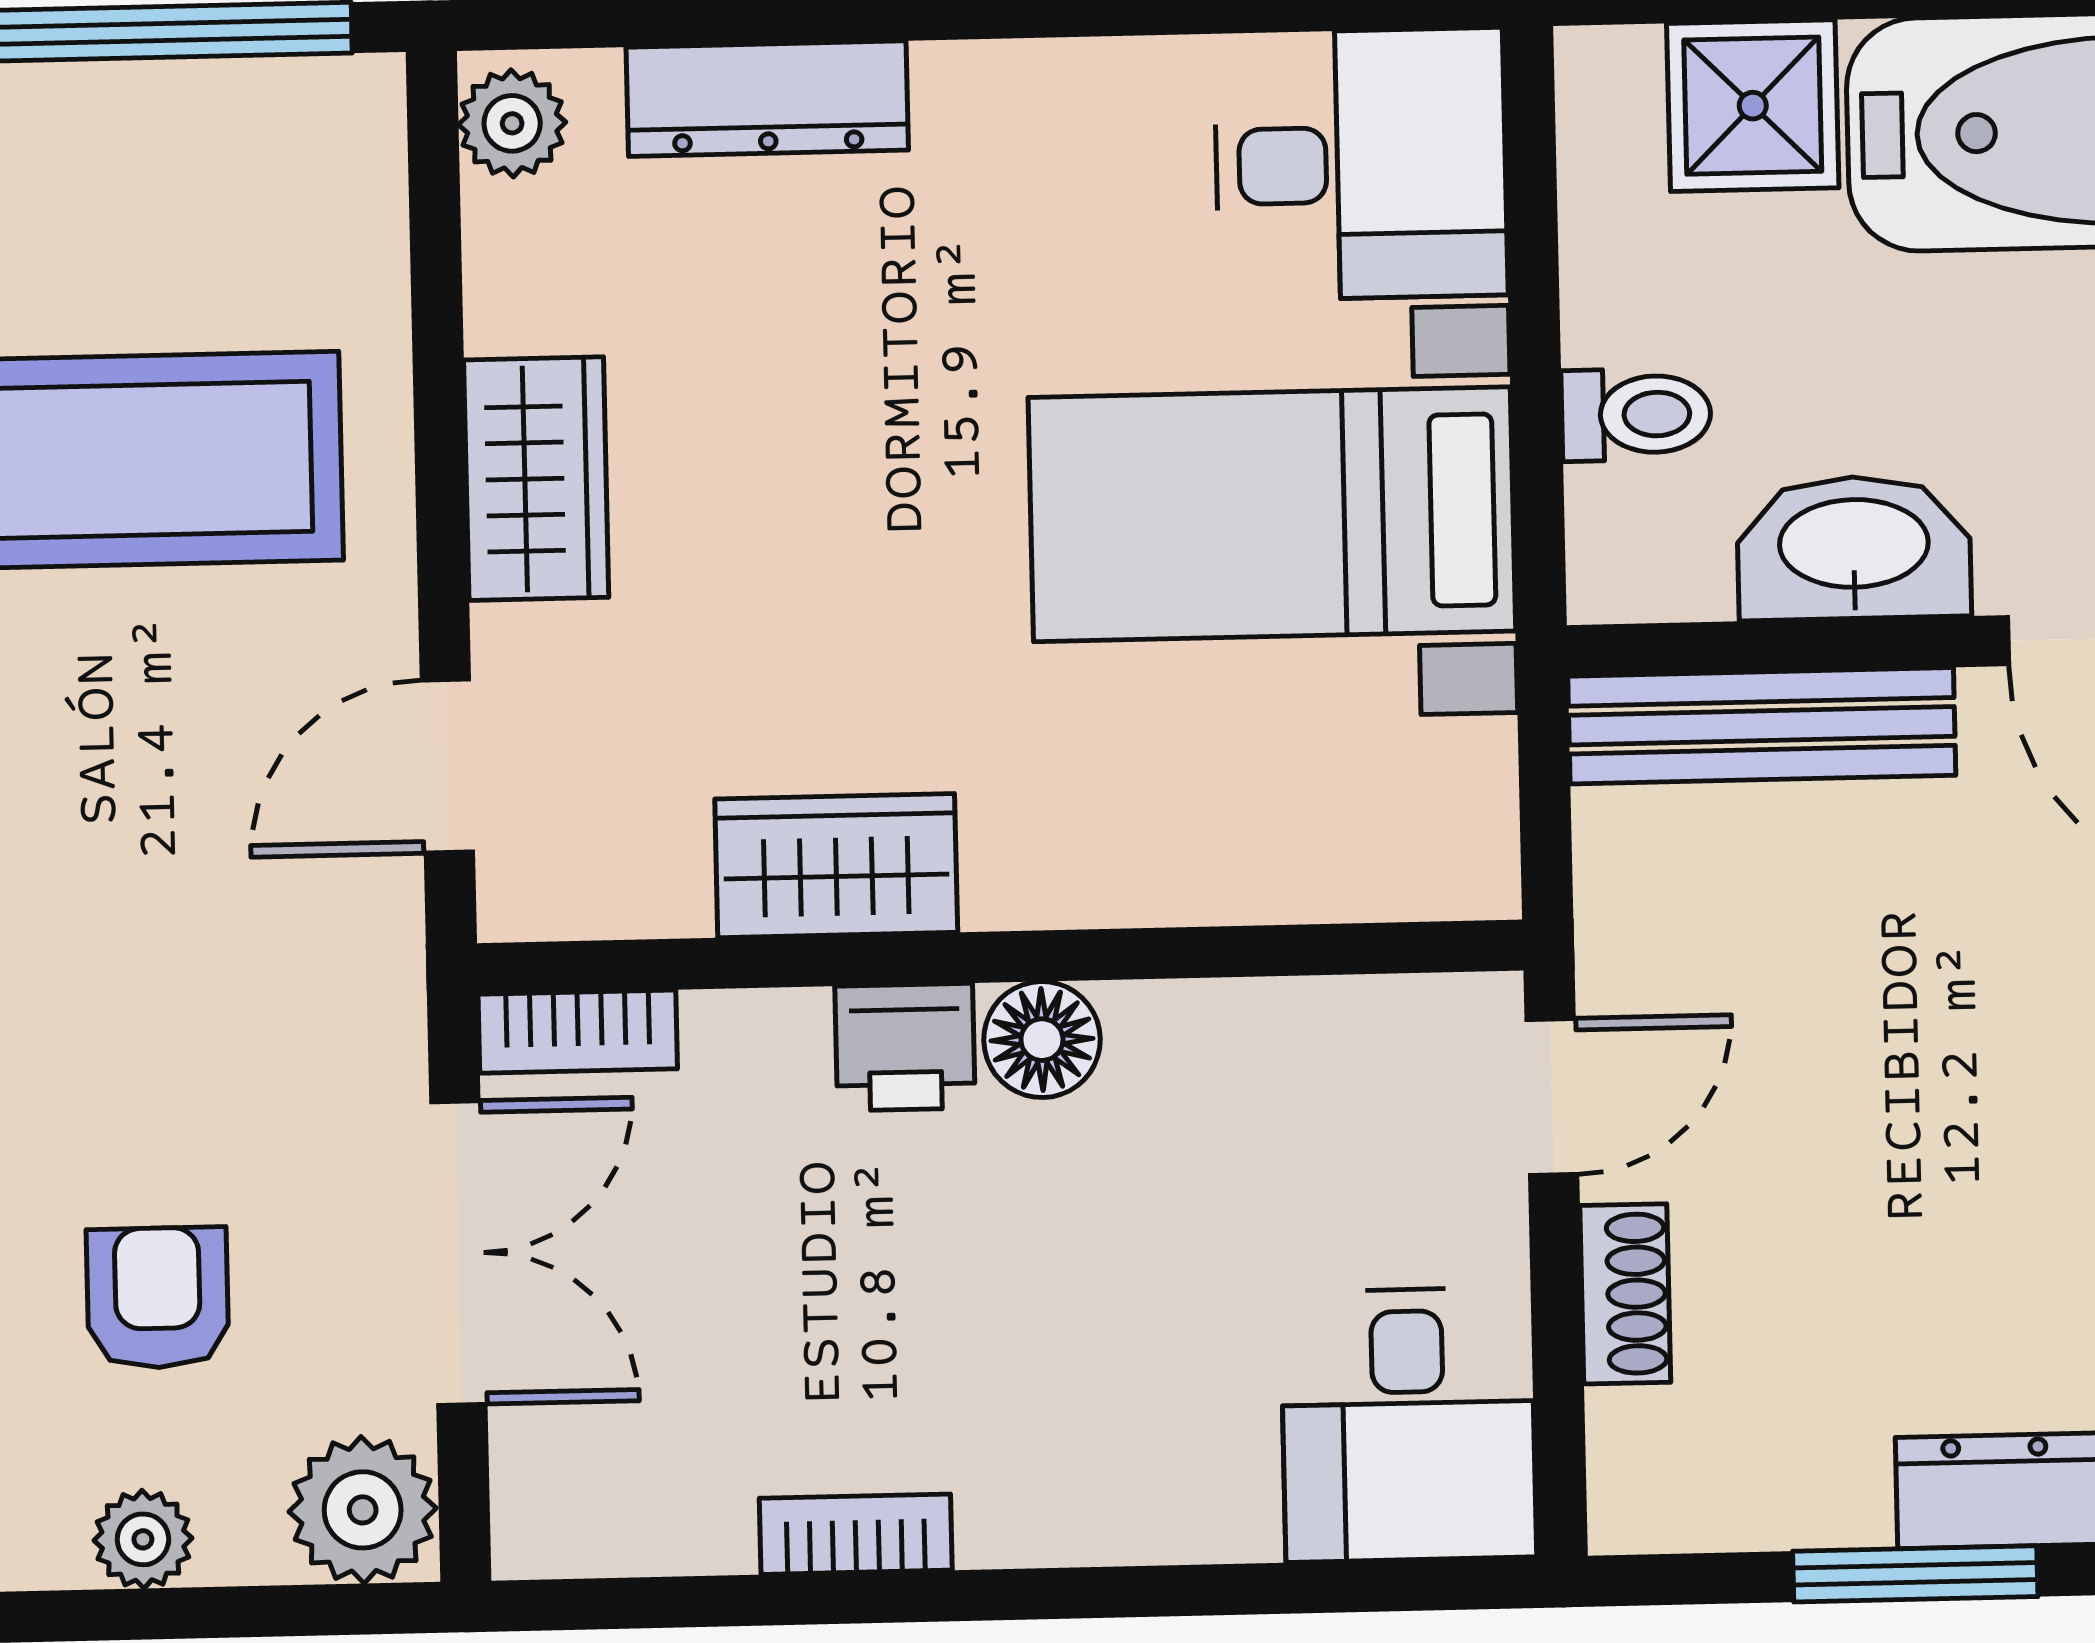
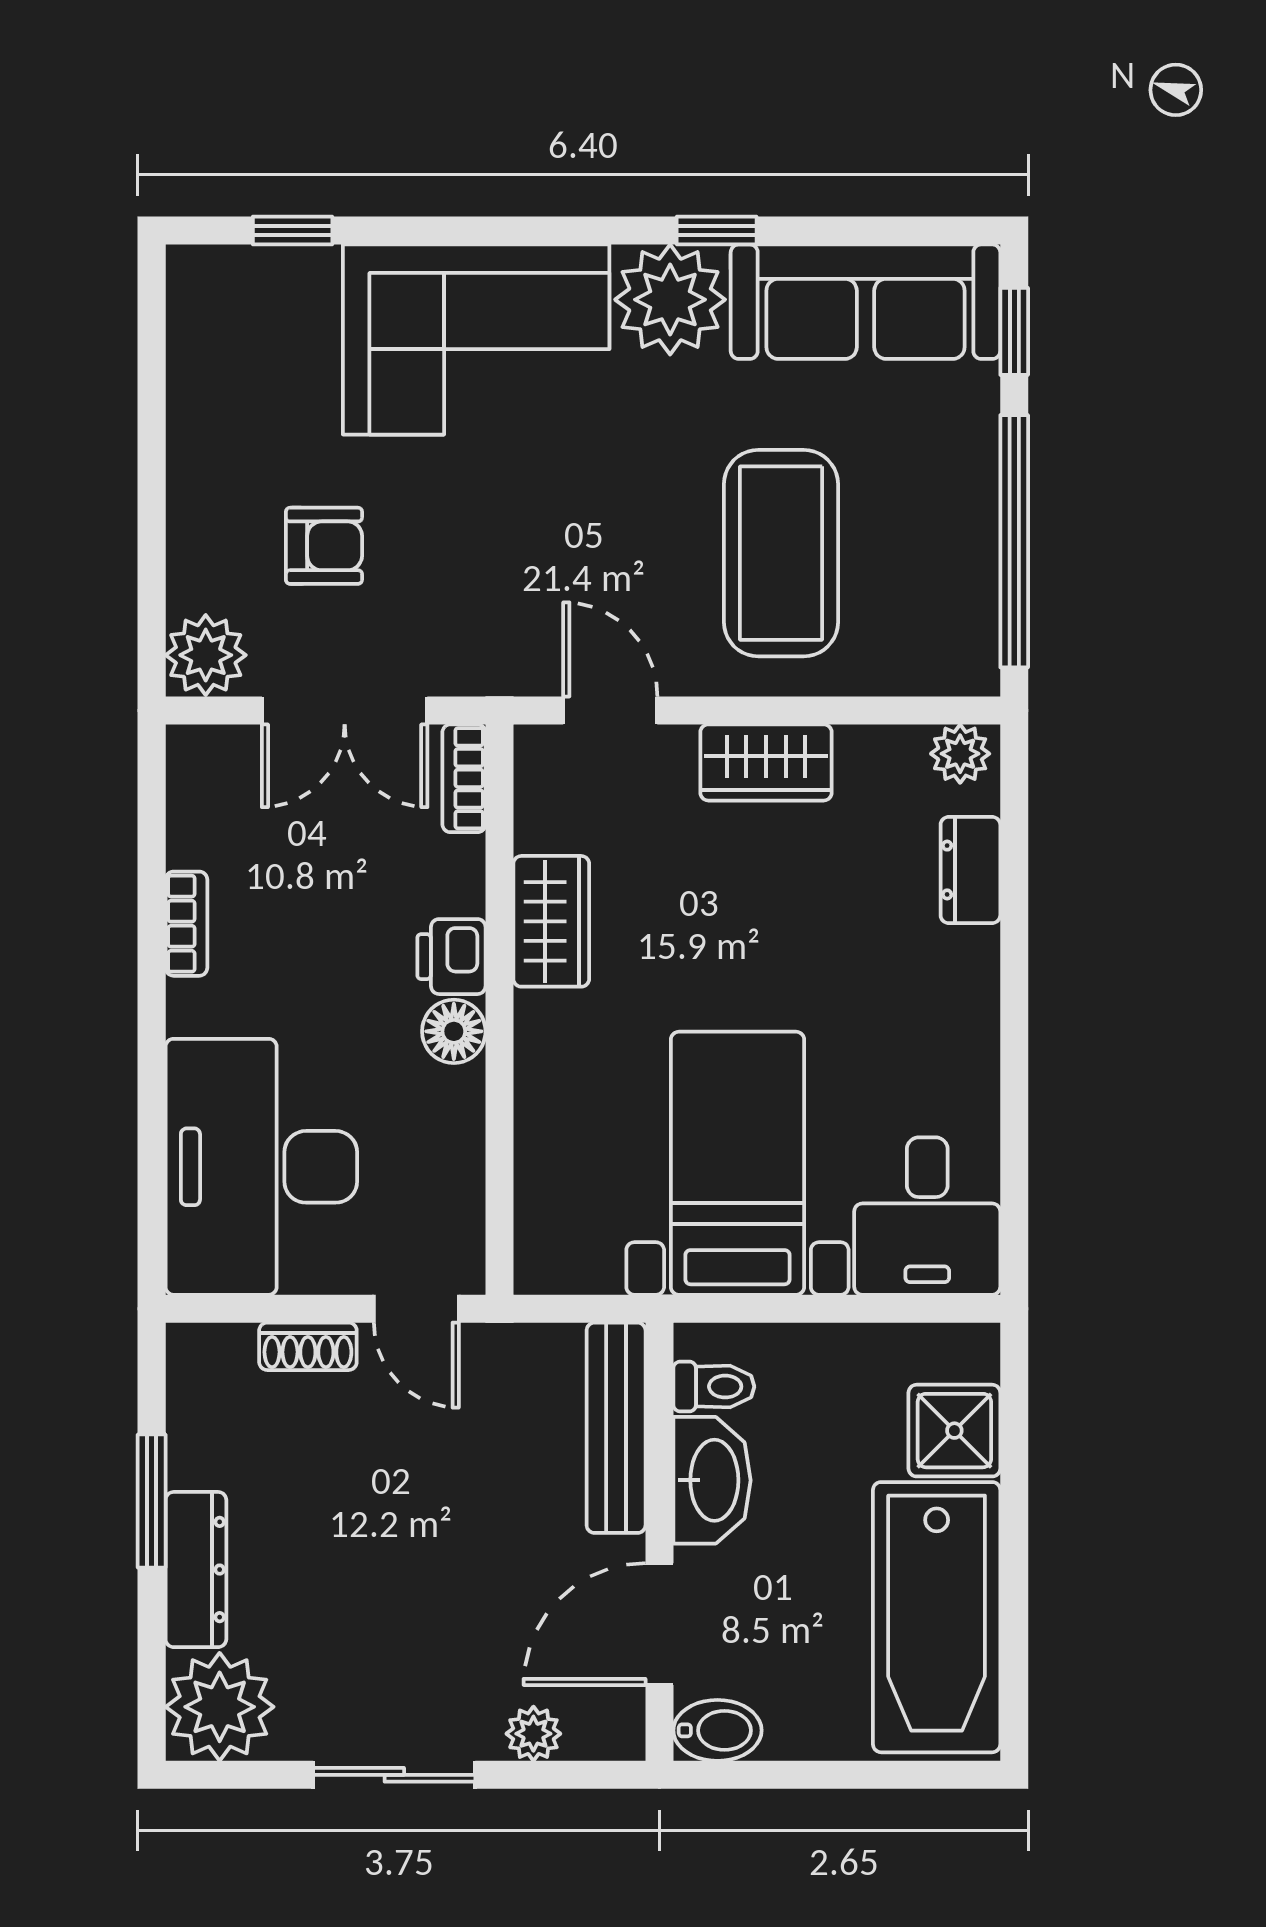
dresser: (767, 99) -> (970, 870), width x0.70
toilet: (1636, 415) -> (714, 1387), moved, turned -90
desk: (1408, 1425) -> (261, 1167), width x1.87, depth x1.30
plant: (143, 1539) -> (192, 535), removed

